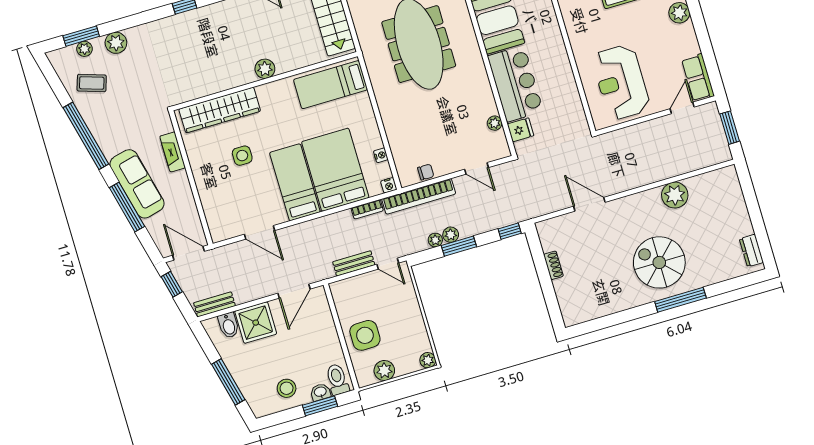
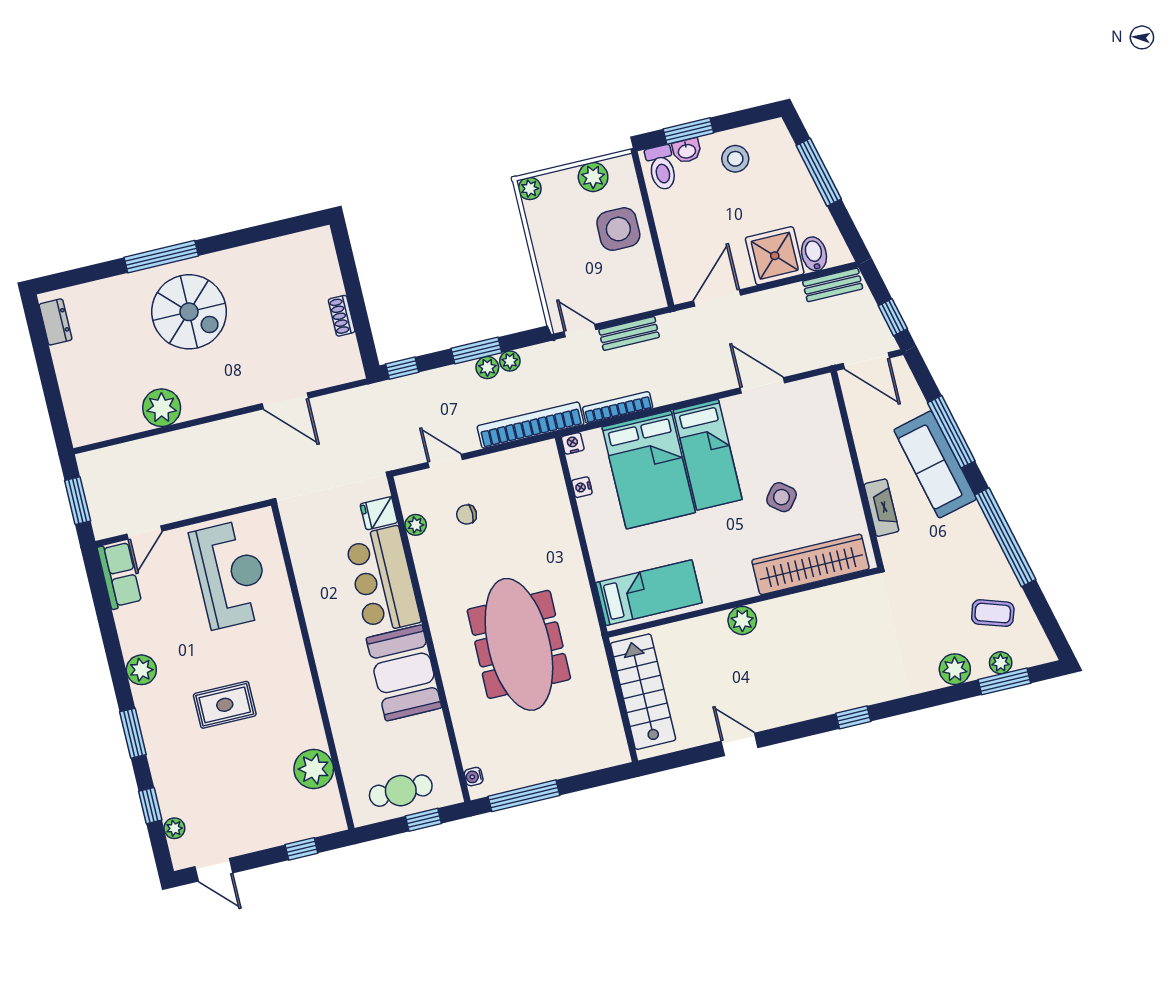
side table: (242, 156) -> (782, 497), turned 38
chair: (426, 172) -> (467, 514), moved
bookcase: (367, 209) -> (618, 408), width x1.56

